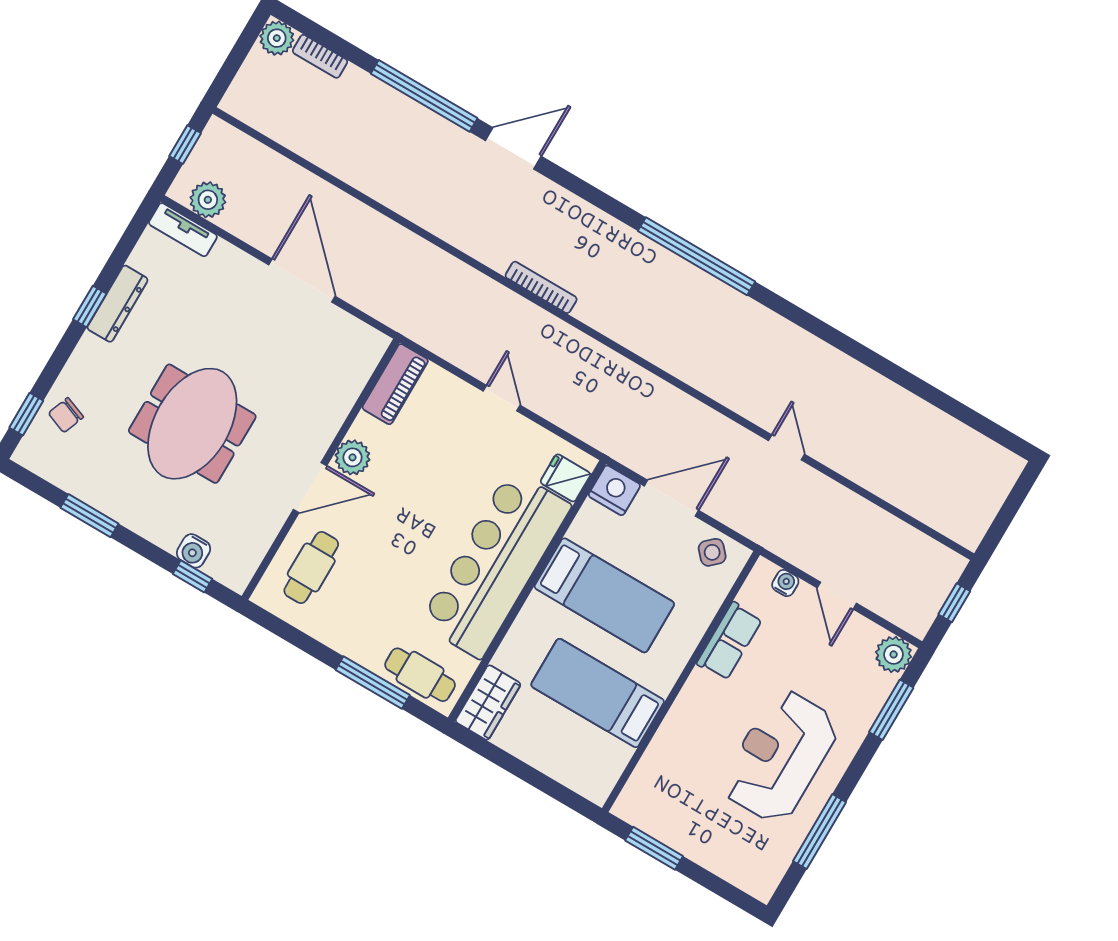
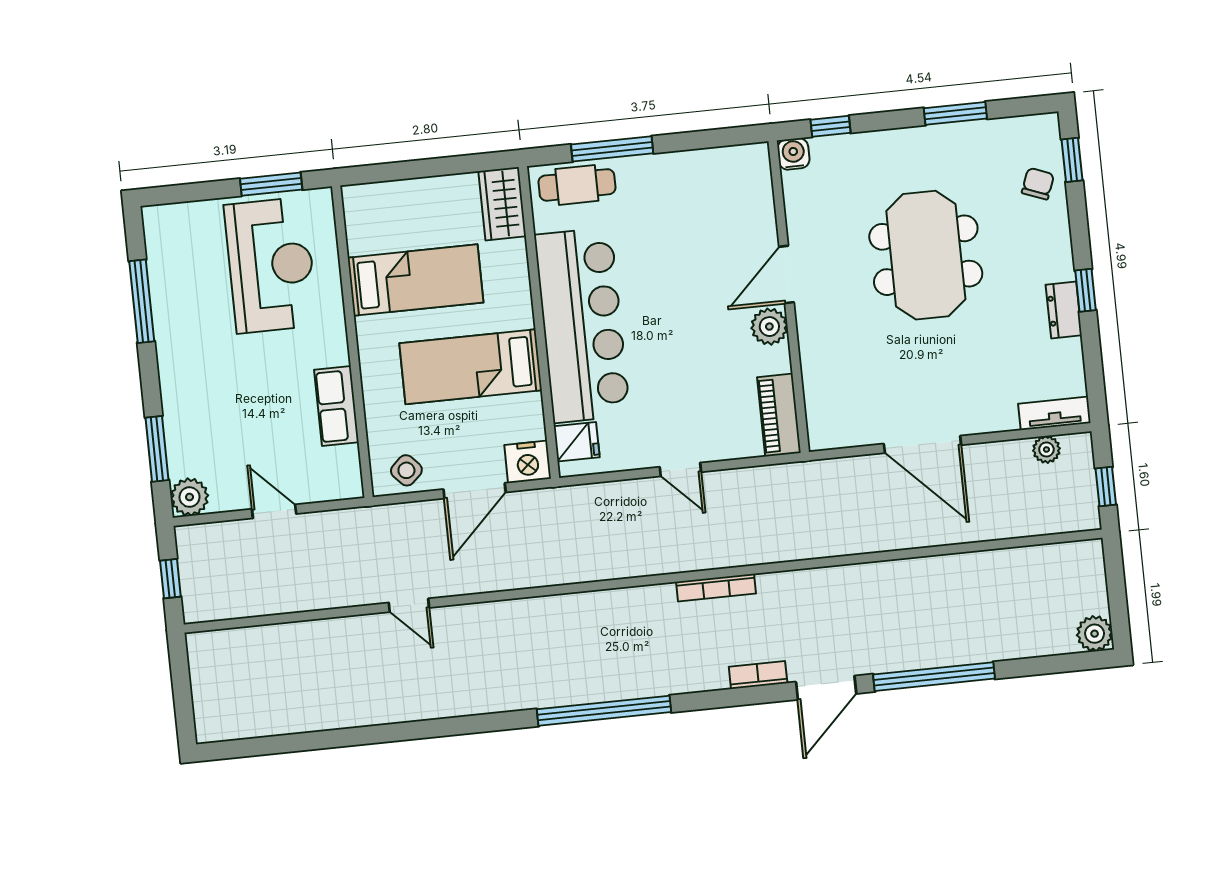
bookcase: (320, 56) -> (758, 675), moved
plant: (208, 200) -> (1046, 449), width x0.73, depth x0.73
dresser: (117, 304) -> (1064, 310), width x0.70
water cooler: (194, 551) -> (793, 154), moved
cafe table: (311, 567) -> (736, 208), removed
water cooler: (785, 583) -> (325, 490), removed
reception desk: (780, 756) -> (271, 265), moved

